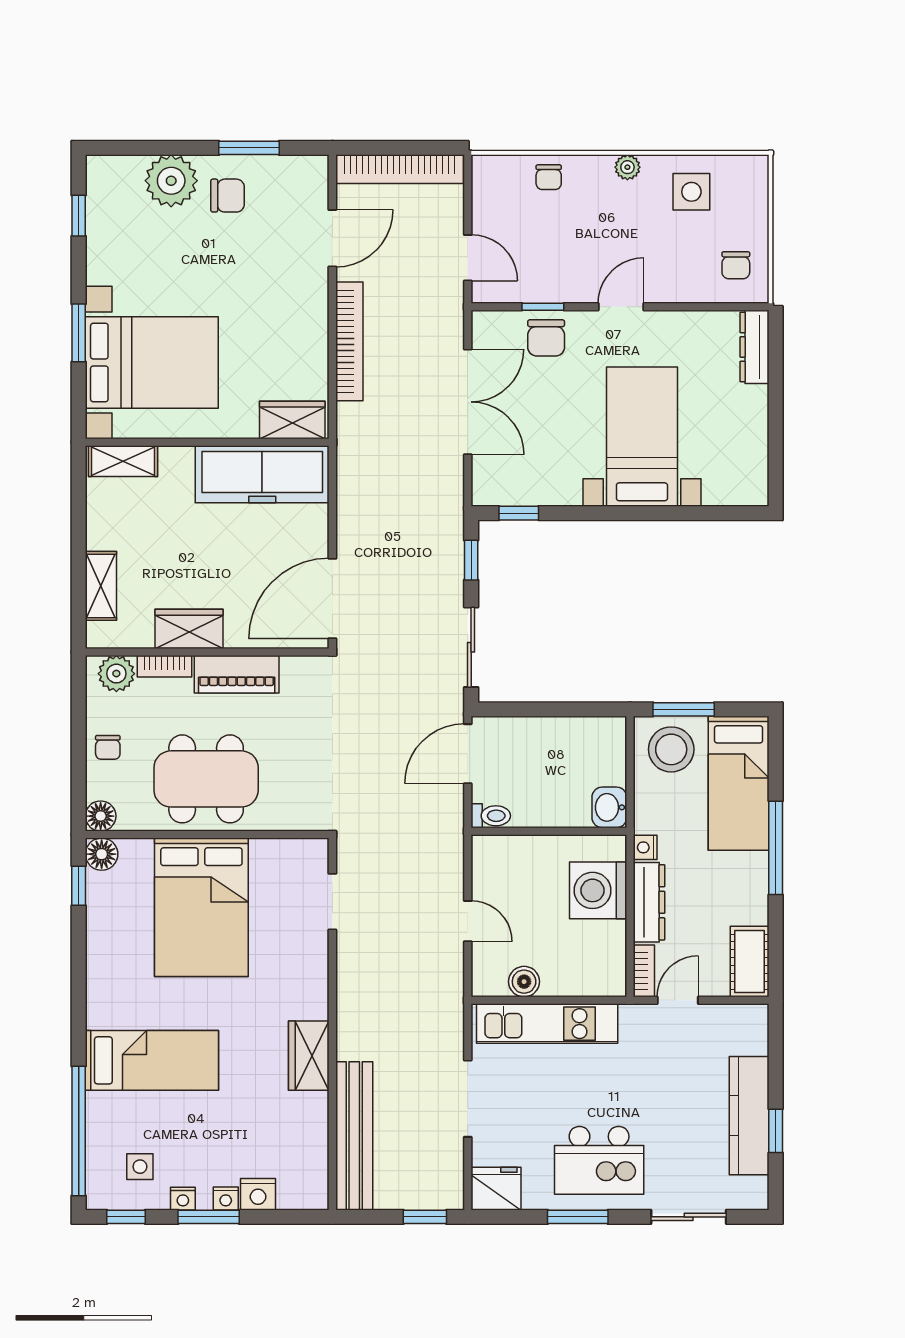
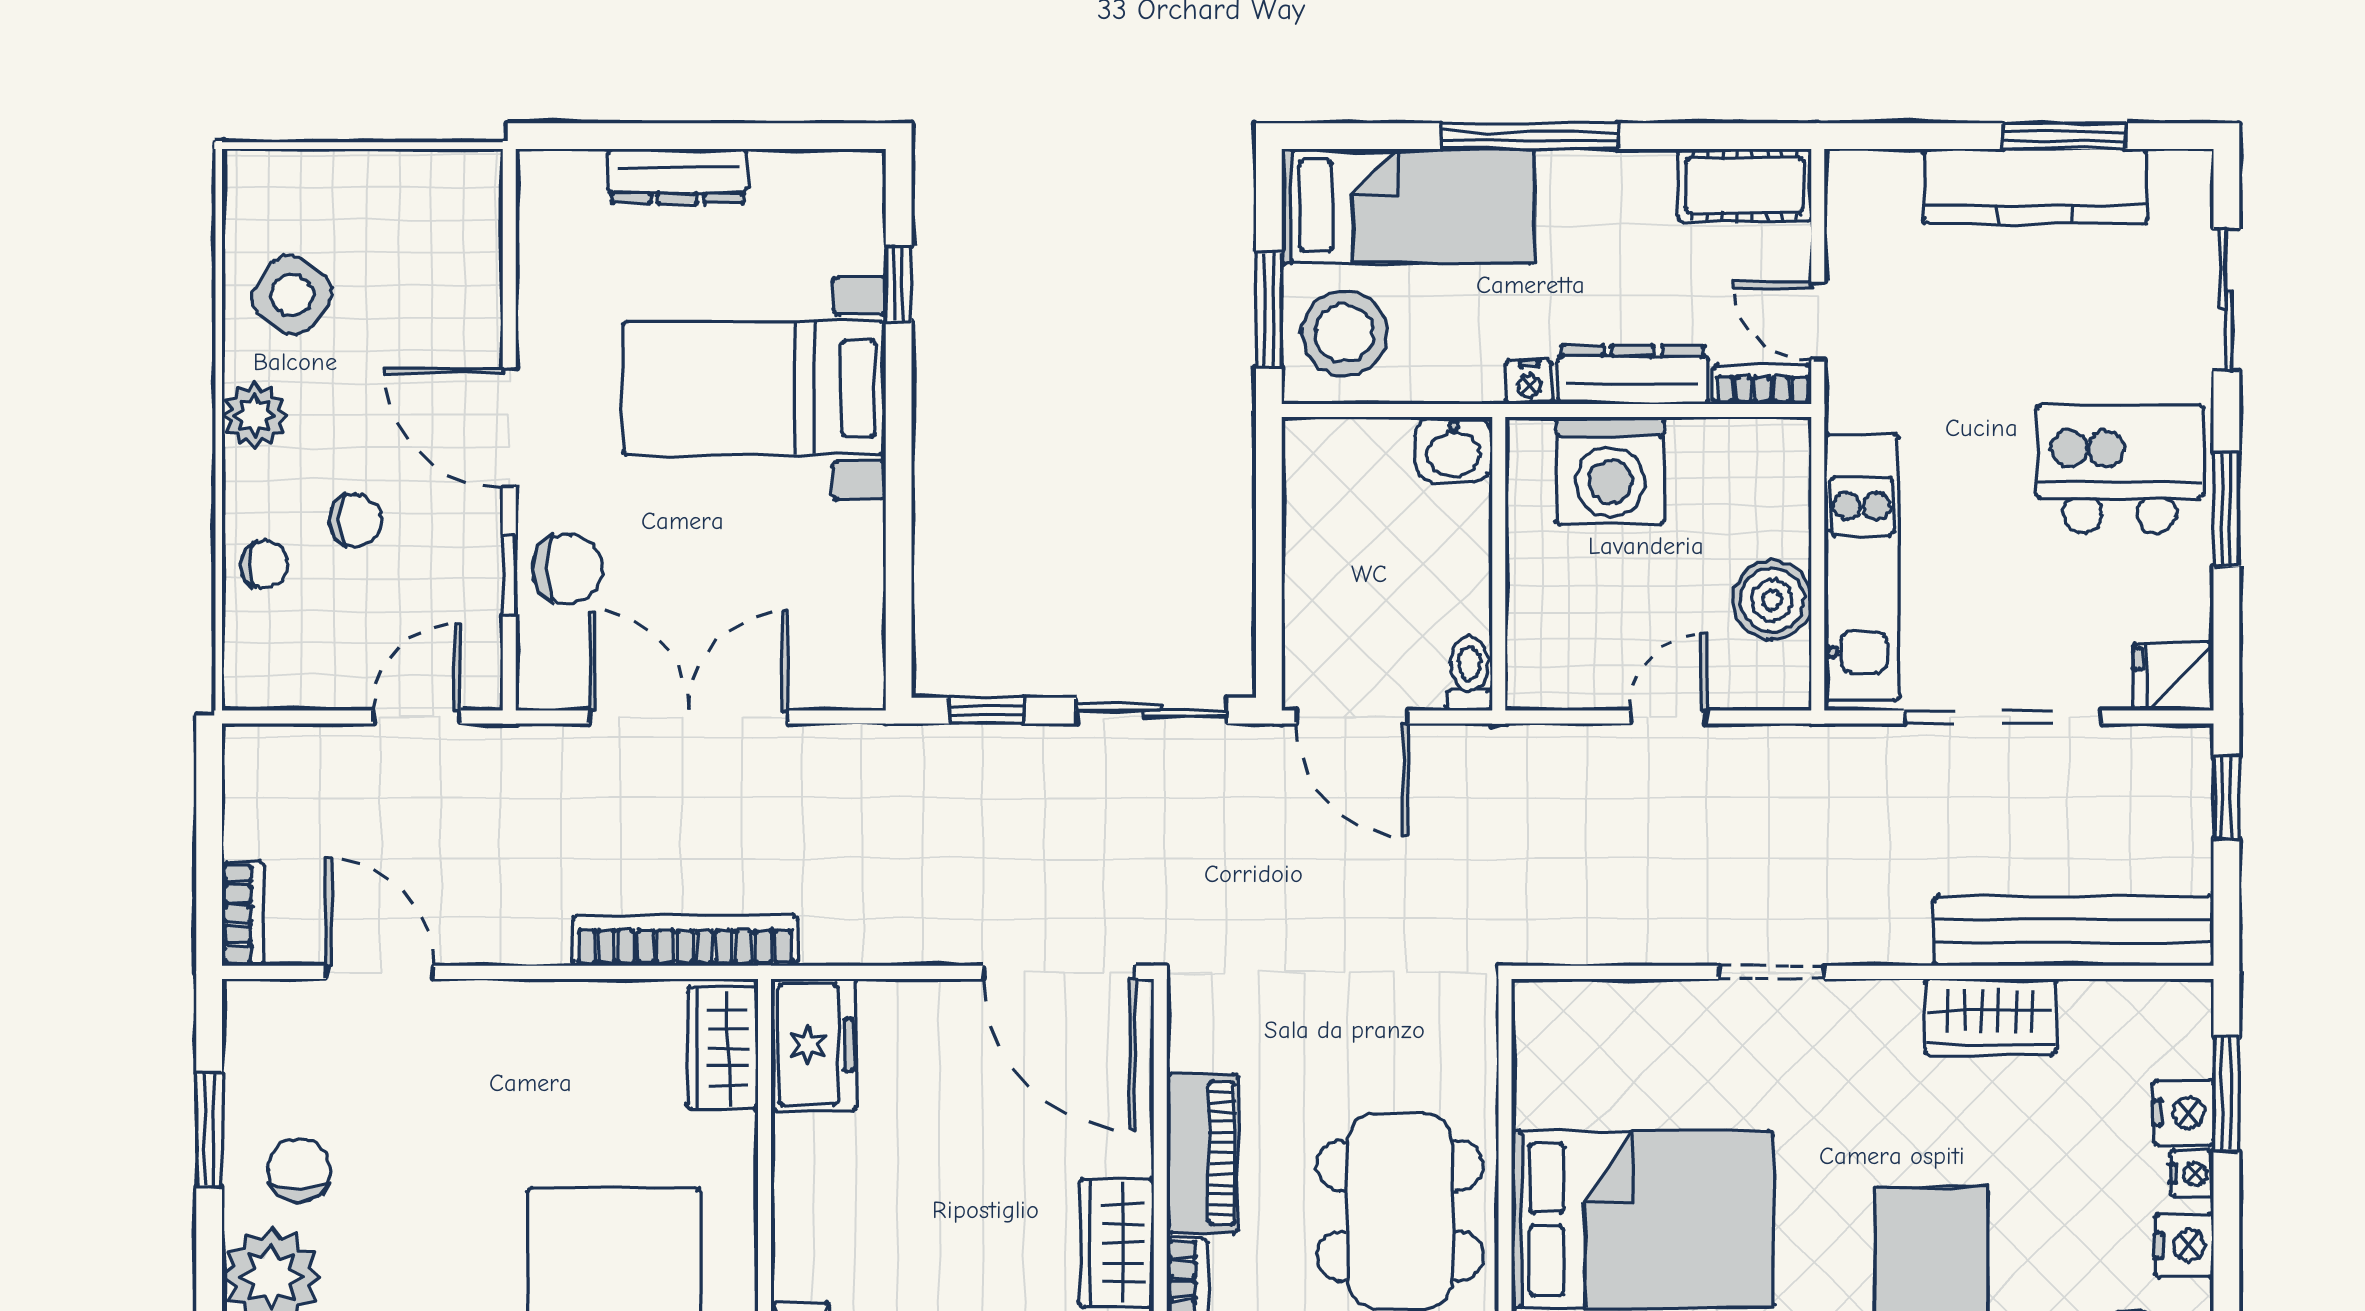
plant: (627, 167) -> (255, 416), width x1.38, depth x1.38
bookcase: (400, 169) -> (243, 914), width x0.43, depth x0.76
side table: (691, 192) -> (292, 295), turned 35
chair: (736, 265) -> (355, 520), moved
door: (621, 307) -> (509, 428), width x1.37
bookcase: (349, 341) -> (685, 940), moved
dresser: (754, 347) -> (677, 176), moved
freezer: (262, 474) -> (814, 1045), width x0.52, depth x0.79
window: (519, 513) -> (899, 284), moved
doorway: (332, 902) -> (1772, 972), moved
boiler: (524, 982) -> (1772, 600), width x1.36, depth x1.36
wardrobe: (309, 1056) -> (1990, 1017), moved
doorway: (468, 1099) -> (2003, 717), width x1.36
window: (776, 1131) -> (2064, 136), width x1.50
kitchen island: (599, 1160) -> (2120, 469), turned -90
fridge: (496, 1189) -> (2173, 677), width x0.72
nightstand: (183, 1199) -> (2184, 1245), width x1.39, depth x1.35
window: (209, 1217) -> (2226, 1094), moved

